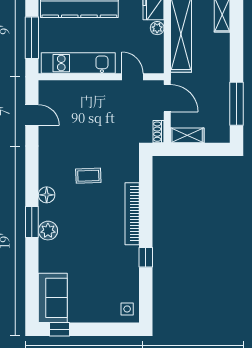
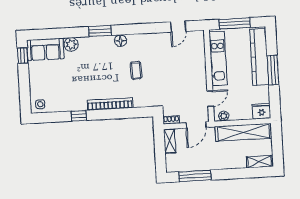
plant: (157, 28) -> (224, 116), moved
plant: (48, 231) -> (71, 44), moved

